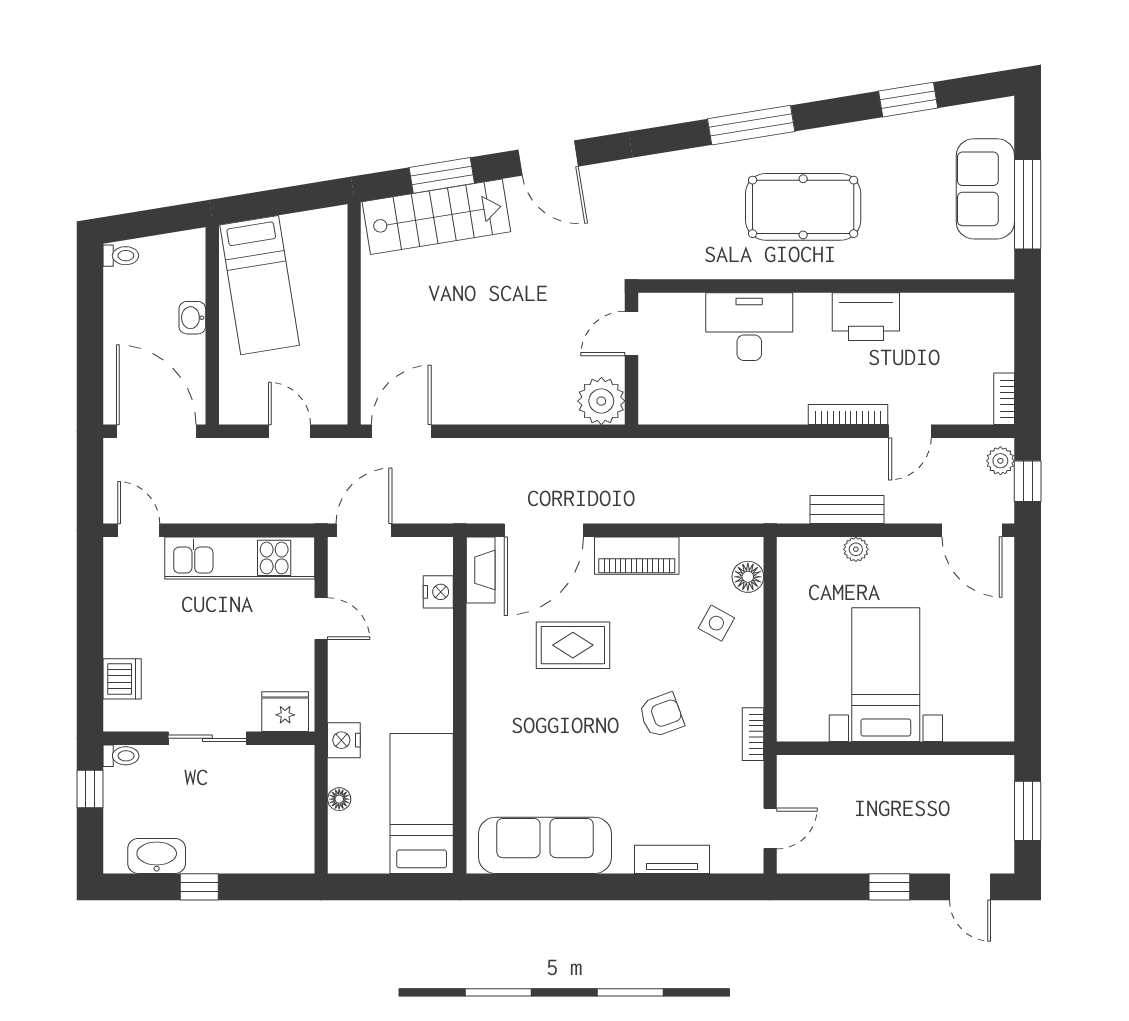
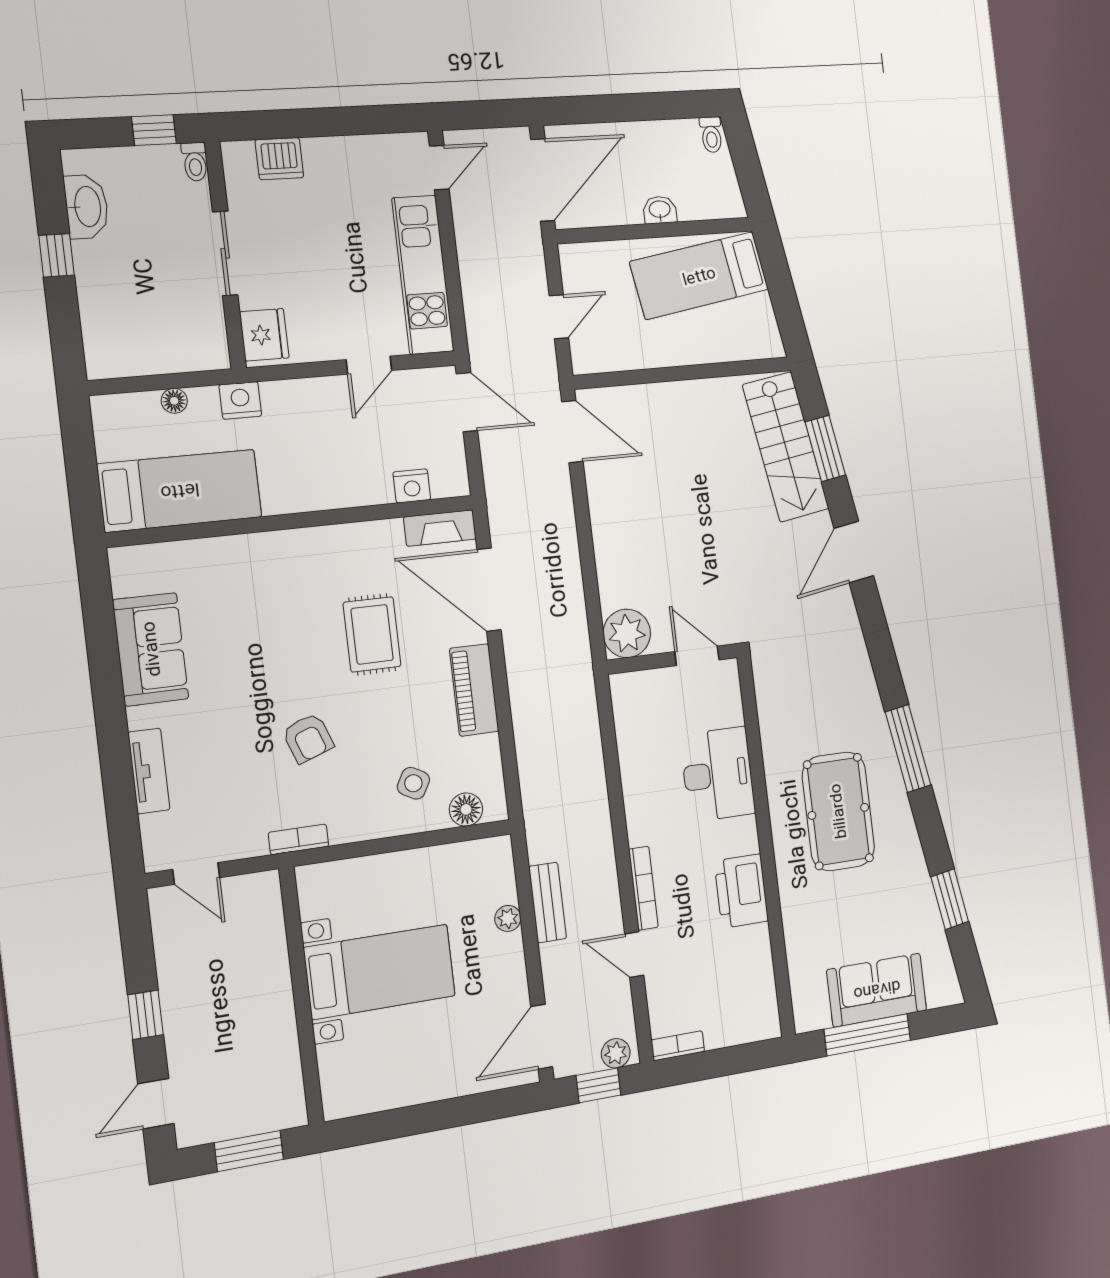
sofa: (545, 845) -> (151, 649), width x0.73

